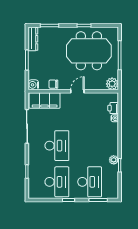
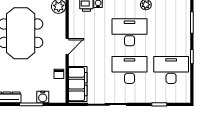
water cooler: (33, 85) -> (43, 97), moved
door: (77, 91) -> (67, 46), swing flipped
desk: (90, 182) -> (130, 32), moved

